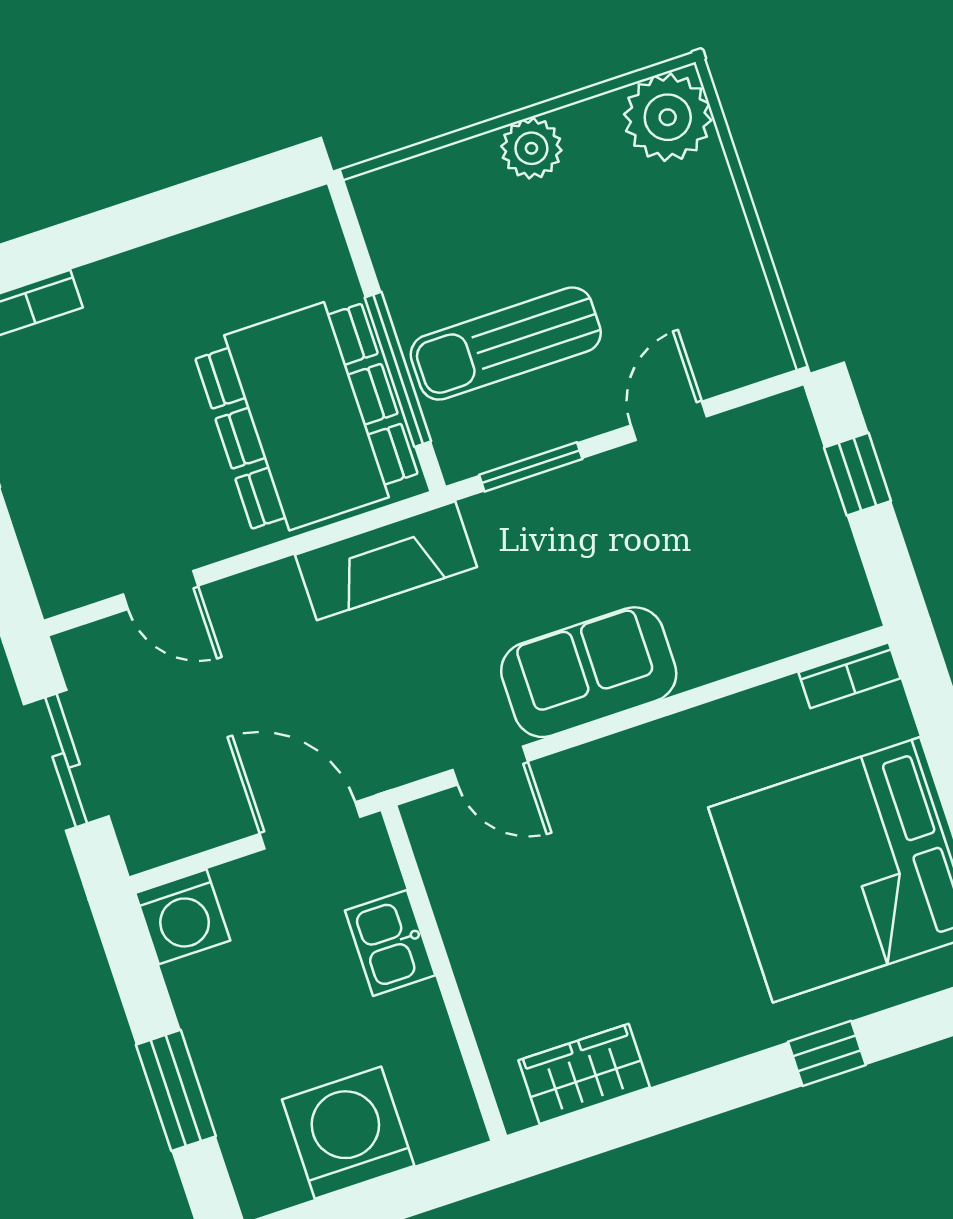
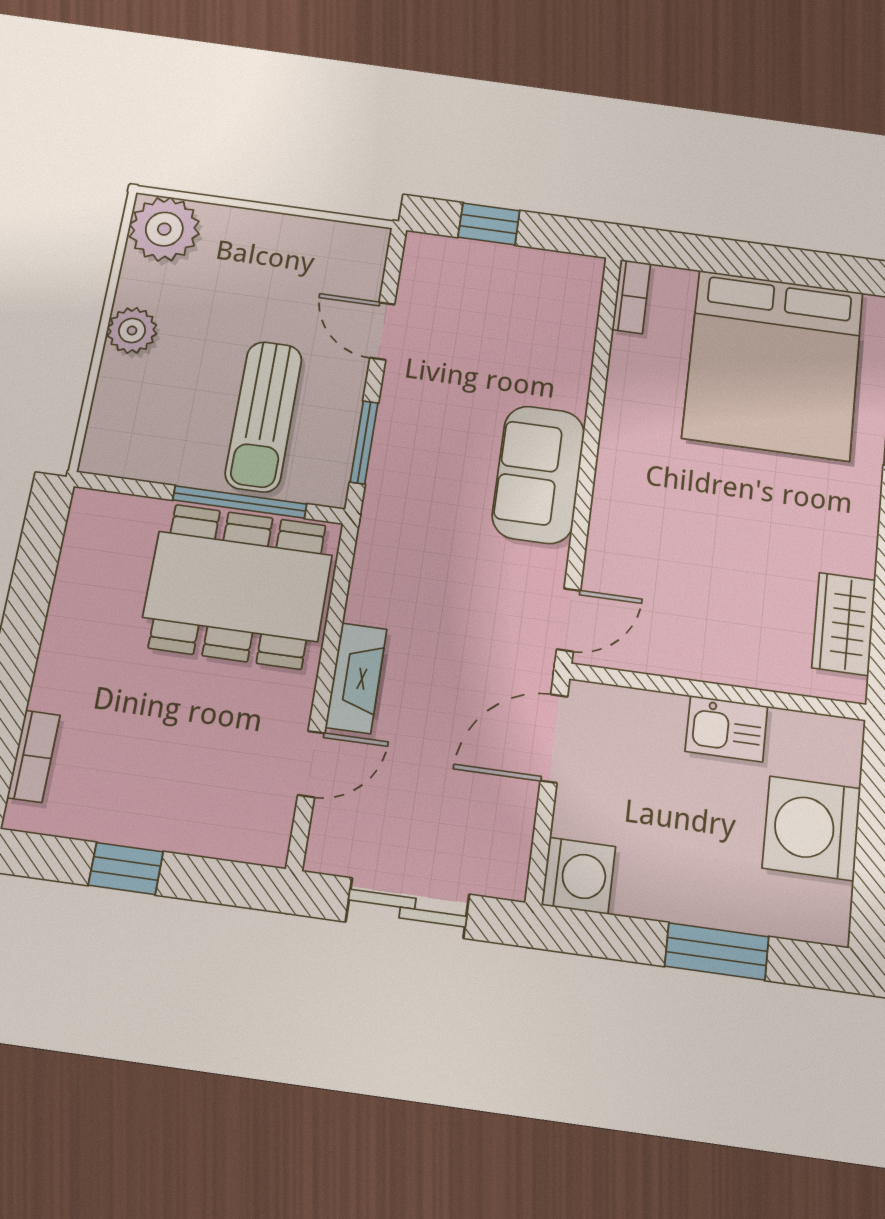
fireplace: (386, 561) -> (356, 678), moved, width x0.73, depth x0.76
door: (490, 765) -> (569, 620), moved
kitchen sink: (390, 943) -> (726, 729), moved

